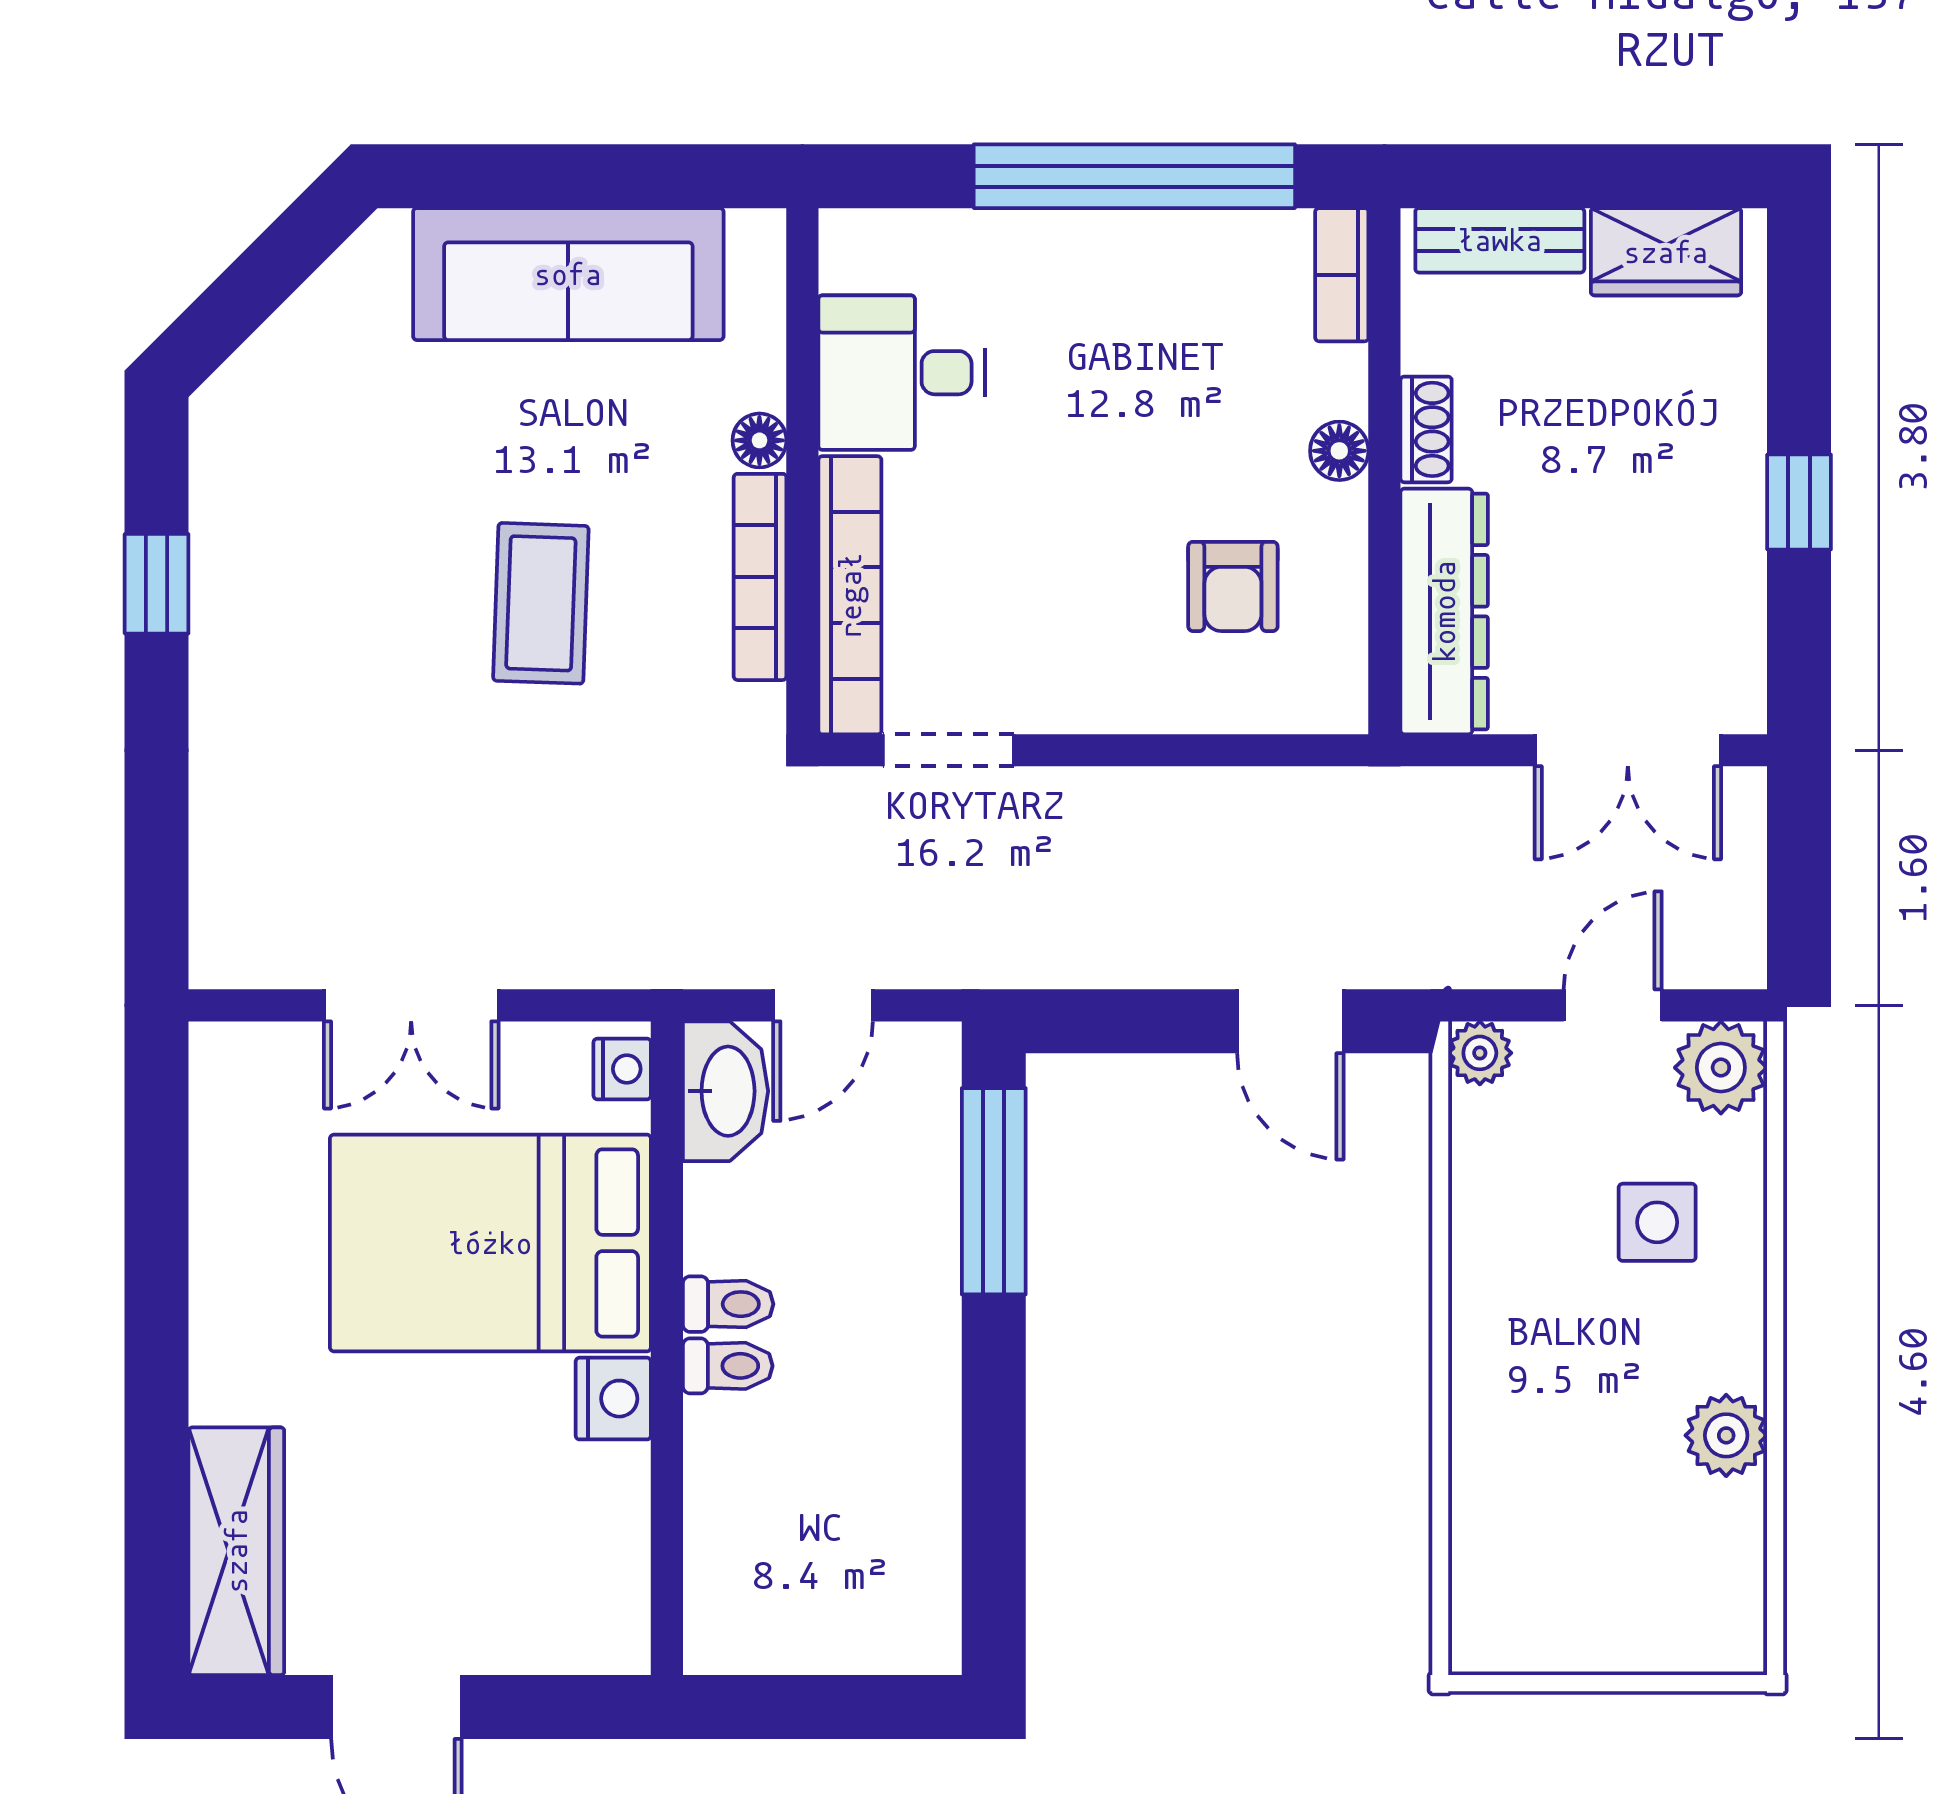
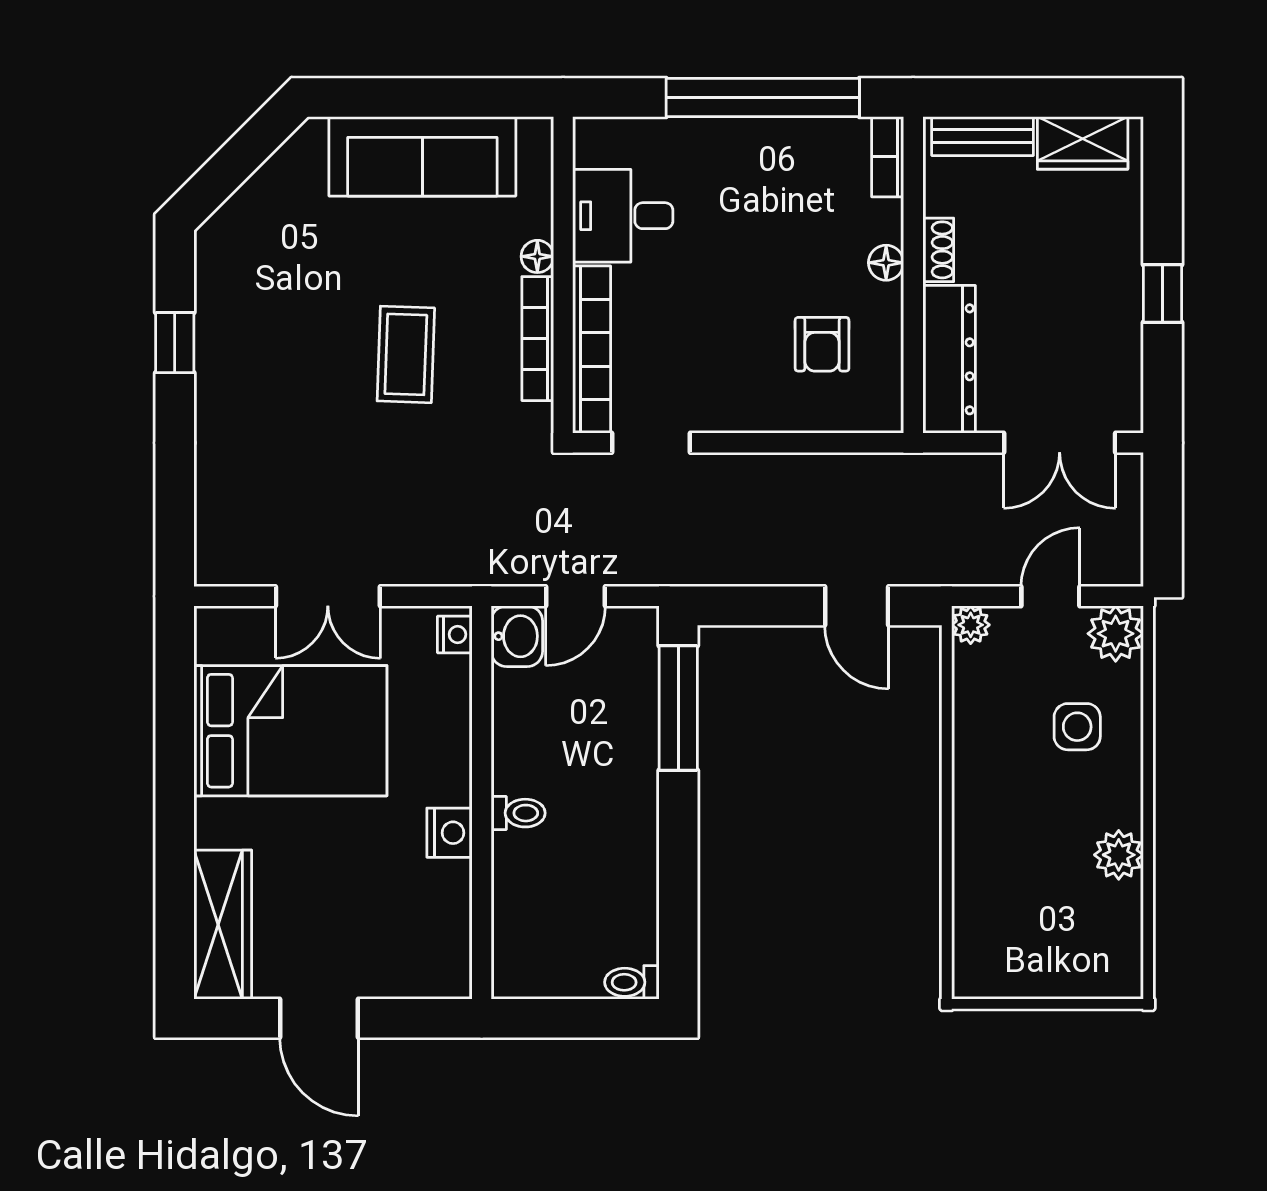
washbasin: (725, 1091) -> (517, 636), width x0.72
bed: (490, 1243) -> (290, 731), moved, turned 180
toilet: (728, 1304) -> (632, 982), moved, turned 180

